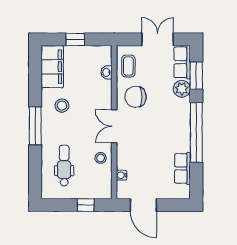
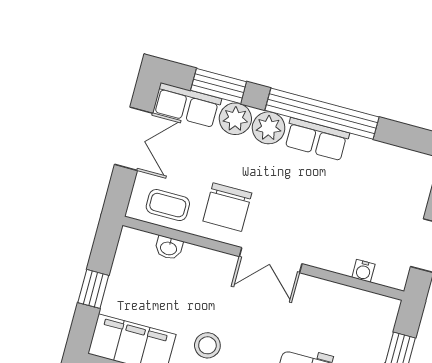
double door: (158, 39) -> (134, 139), swing flipped
plant: (182, 107) -> (269, 128), added
stool: (101, 158) -> (322, 301), removed
row of seats: (182, 168) -> (317, 139), moved

